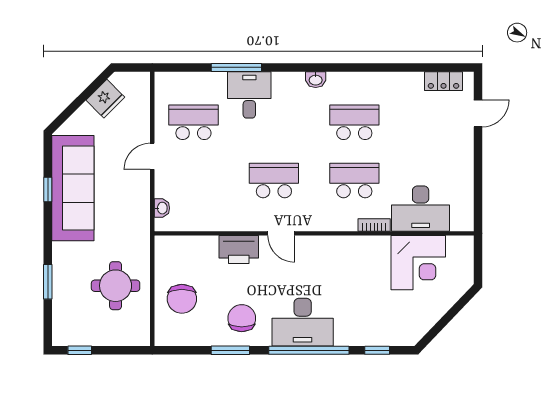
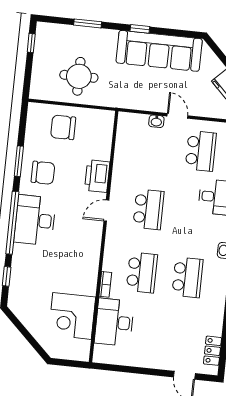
window: (48, 189) -> (140, 29), moved
washbasin: (162, 208) -> (156, 121), moved

